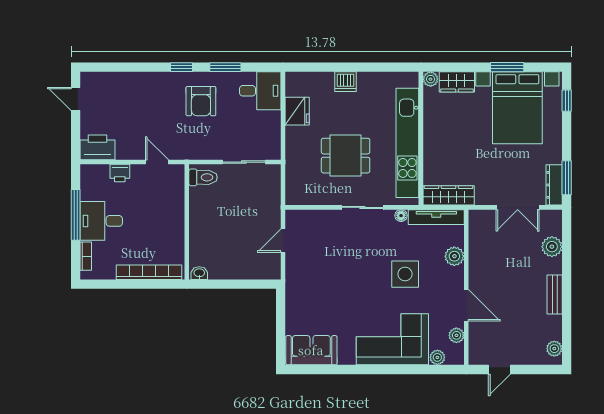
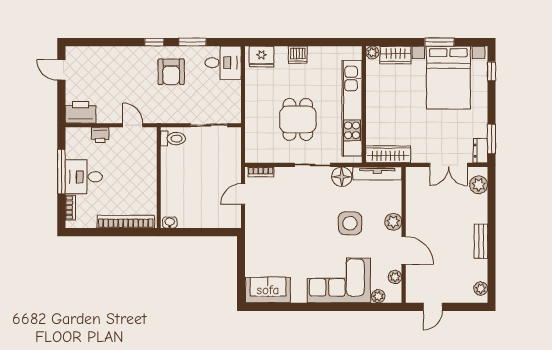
fridge: (297, 111) -> (261, 57), moved, turned 90
dining table: (346, 156) -> (298, 119), turned 90
dresser: (554, 185) -> (481, 151), width x0.70
bookcase: (303, 215) -> (261, 172), added
floor lamp: (401, 216) -> (342, 177), width x1.89, depth x1.89
plant: (552, 247) -> (479, 185), moved
plant: (454, 256) -> (393, 222), moved

